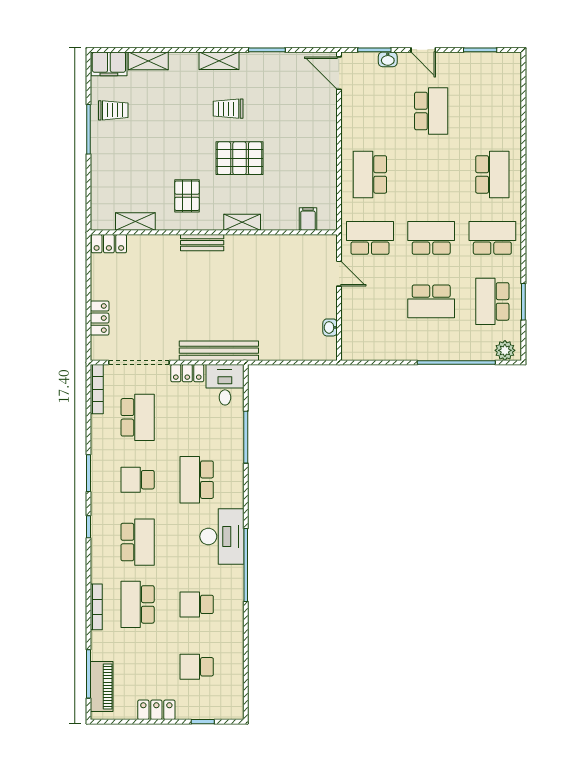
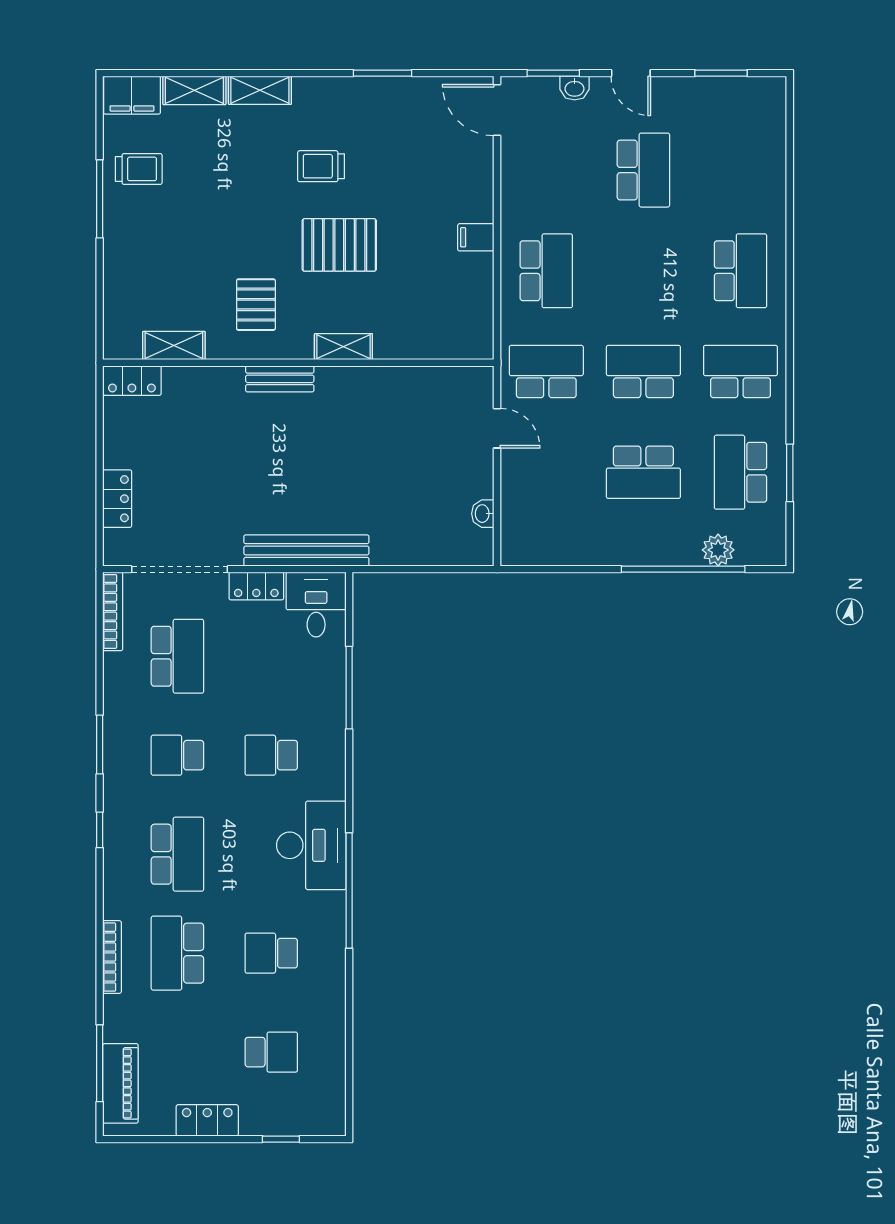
shelving: (219, 61) -> (260, 90), moved
school desk: (370, 174) -> (546, 271), turned 180
filing cabinet: (308, 219) -> (476, 237), moved, turned -90
plant: (505, 350) -> (718, 550), moved
school desk: (197, 480) -> (271, 755), width x0.54
school desk: (197, 667) -> (271, 1052), turned 180

